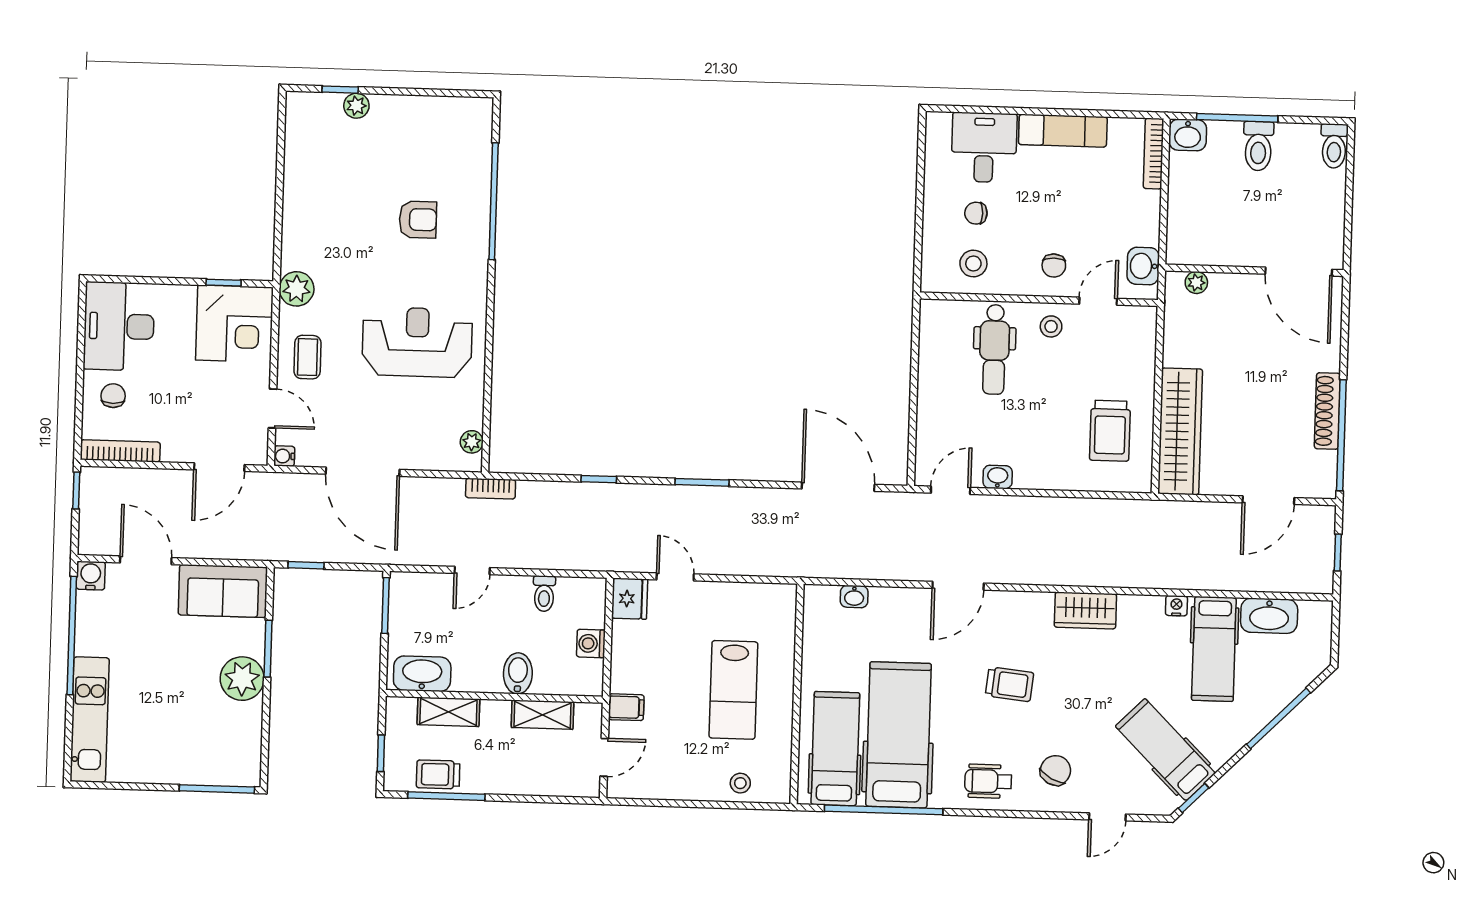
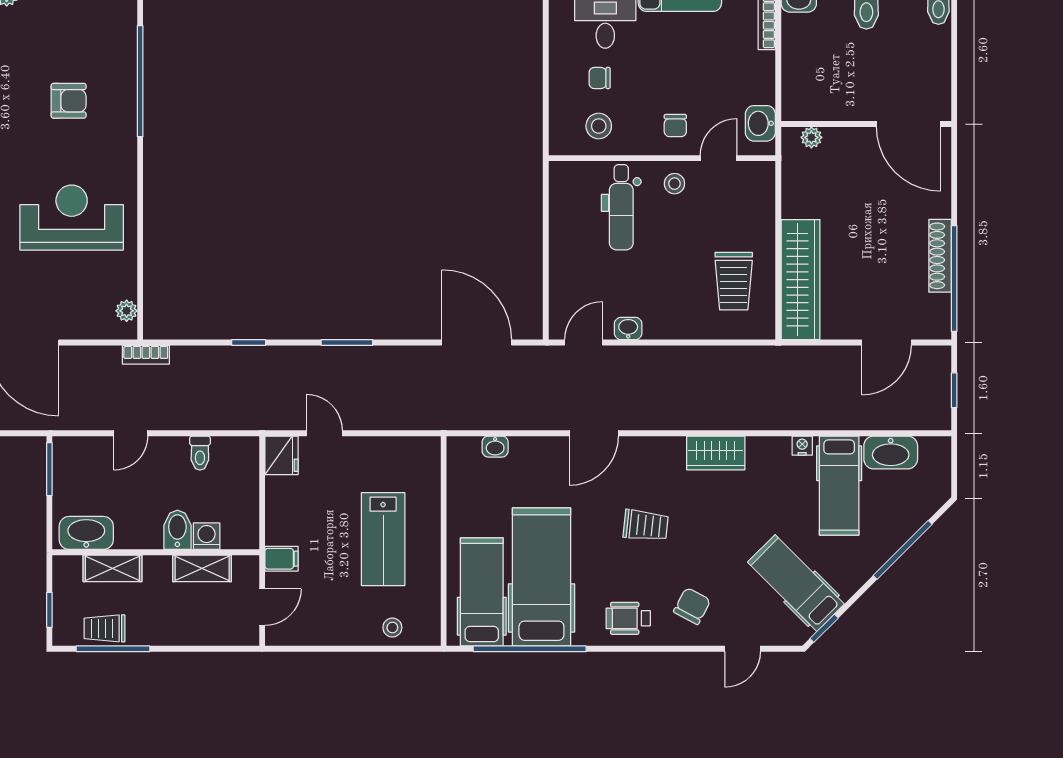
washing machine: (591, 643) -> (207, 536), moved, turned 90

